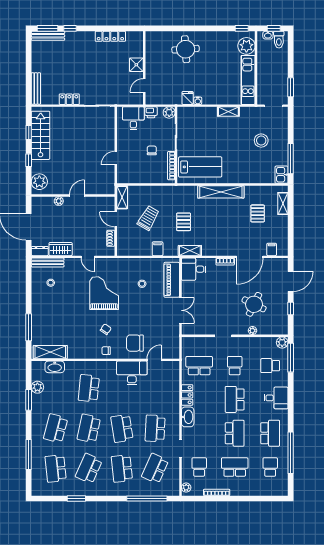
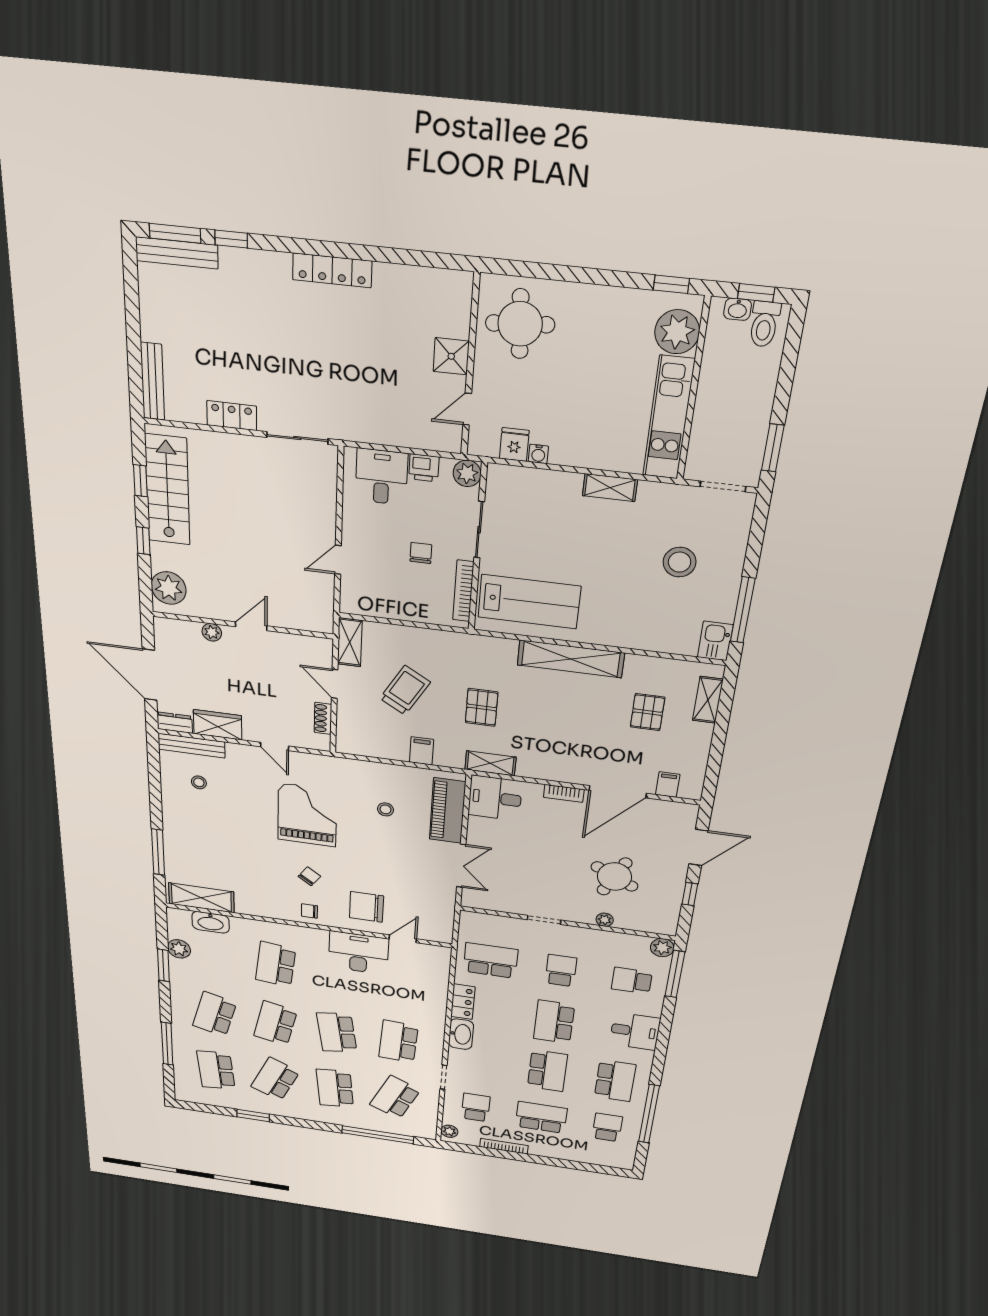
shower: (136, 65) -> (451, 356), moved
wall: (144, 68) -> (470, 366), moved
door: (144, 85) -> (467, 409), moved

